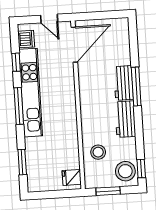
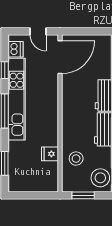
fridge: (72, 177) -> (50, 154), moved

